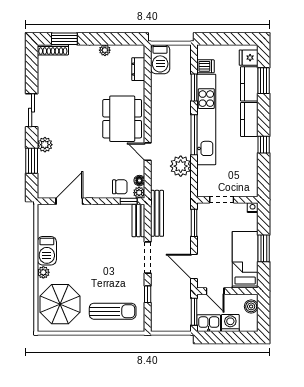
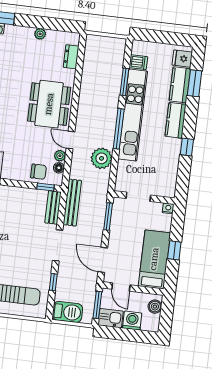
barbecue: (160, 59) -> (67, 312), moved, turned -90
plant: (139, 193) -> (60, 156), moved
window: (264, 248) -> (174, 250), width x0.67

